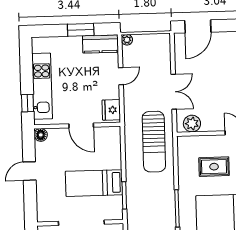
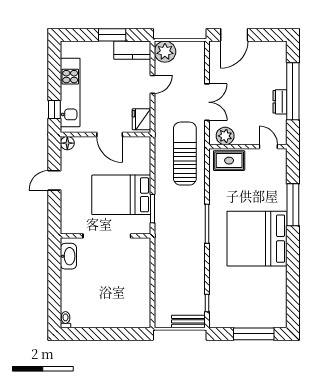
plant: (127, 40) -> (165, 52), width x1.88, depth x1.88
sun lounger: (154, 142) -> (185, 154), turned 180
rug: (214, 167) -> (229, 161), moved
bed: (94, 183) -> (121, 195), width x1.50

